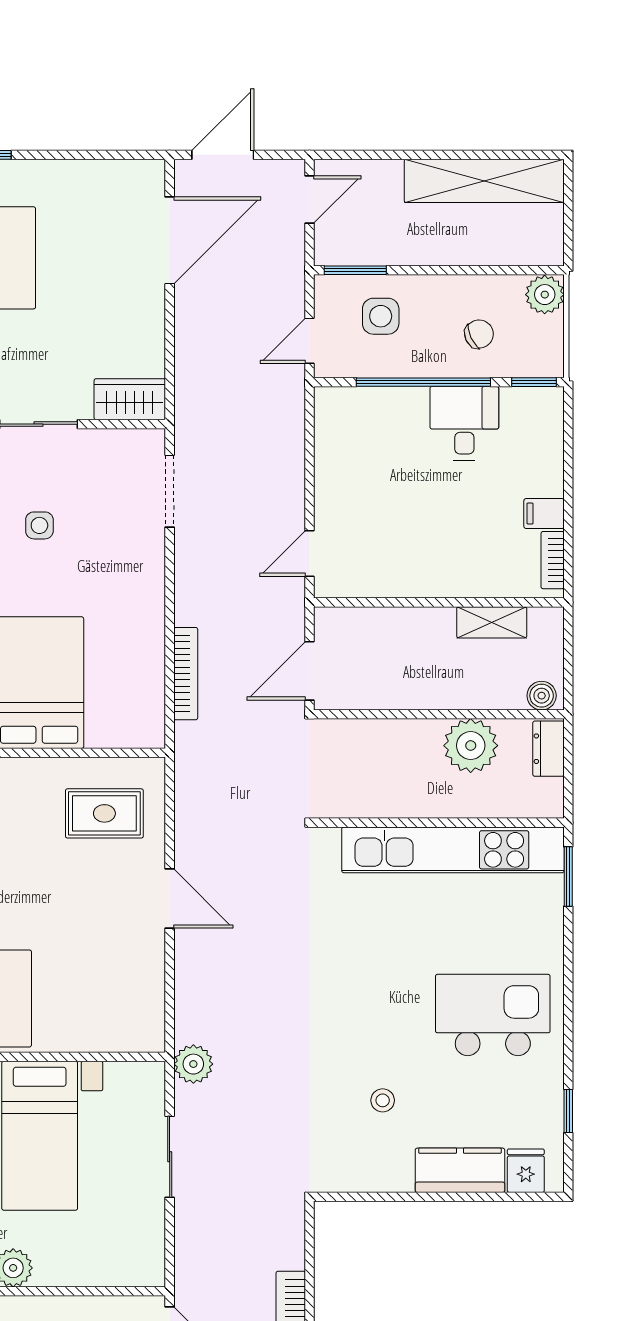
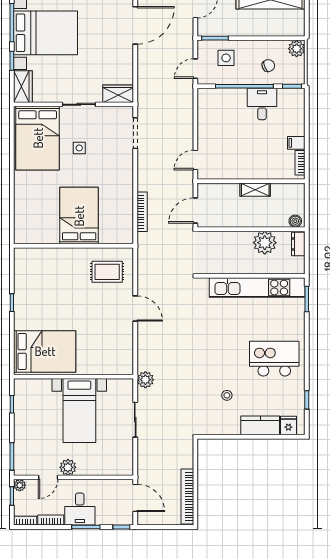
shelving: (492, 622) -> (255, 190), moved

